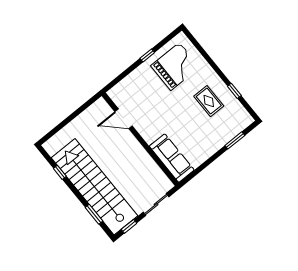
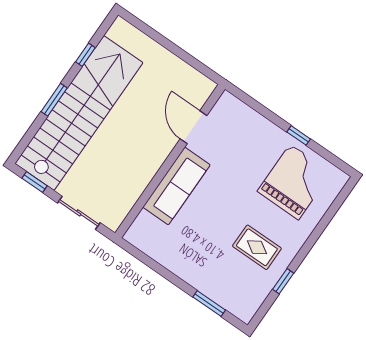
grand piano: (175, 66) -> (294, 182), turned -90
rug: (209, 101) -> (257, 247), turned 90
sofa: (172, 158) -> (176, 186), moved
window: (94, 214) -> (54, 100), moved

